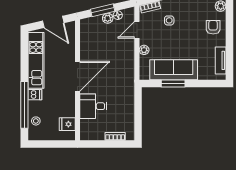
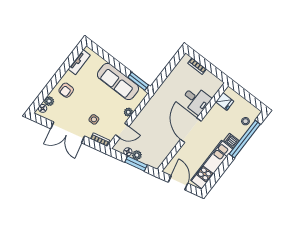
door: (77, 76) -> (191, 130), hinge flipped
window: (173, 83) -> (138, 81), moved

